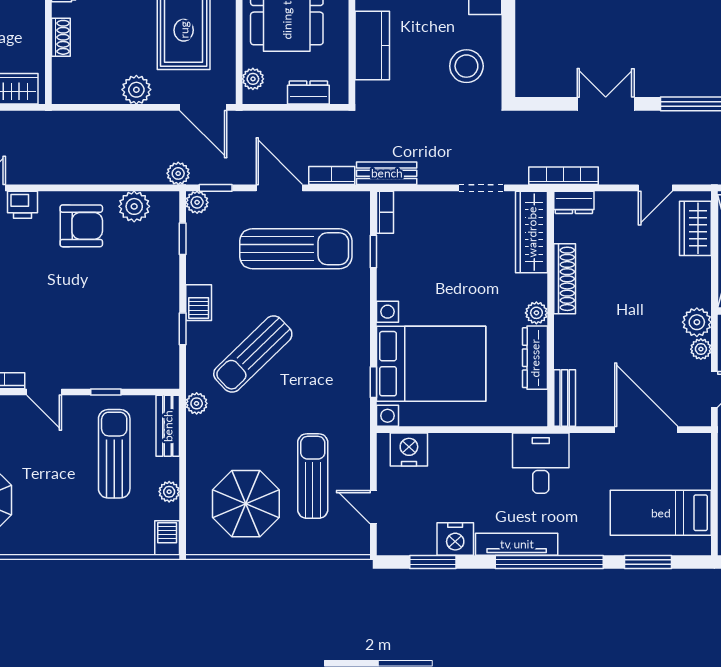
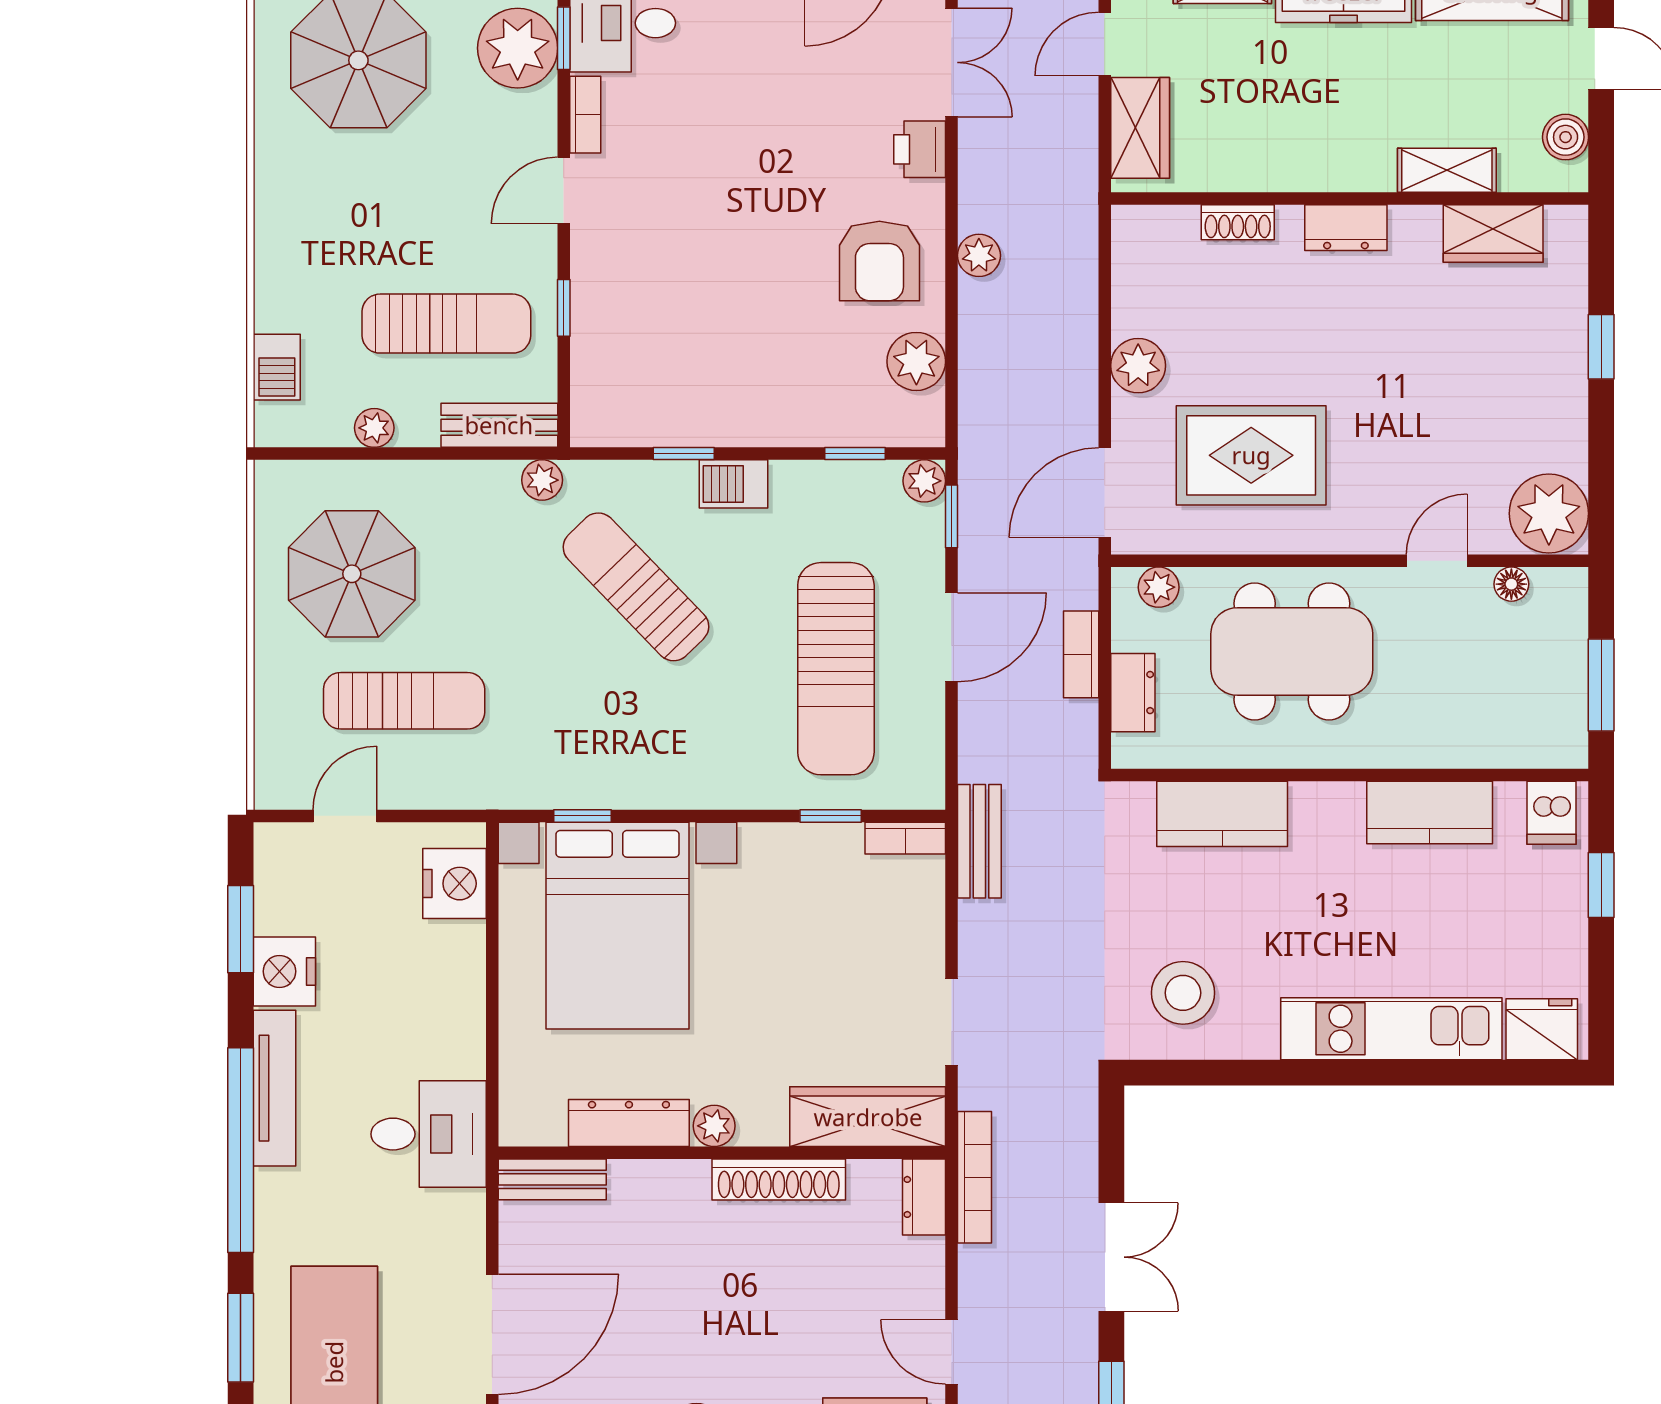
plant: (178, 173) -> (979, 255), moved
bookcase: (332, 176) -> (1081, 654), moved, turned 180
barbecue: (167, 538) -> (277, 367), moved, turned 90

